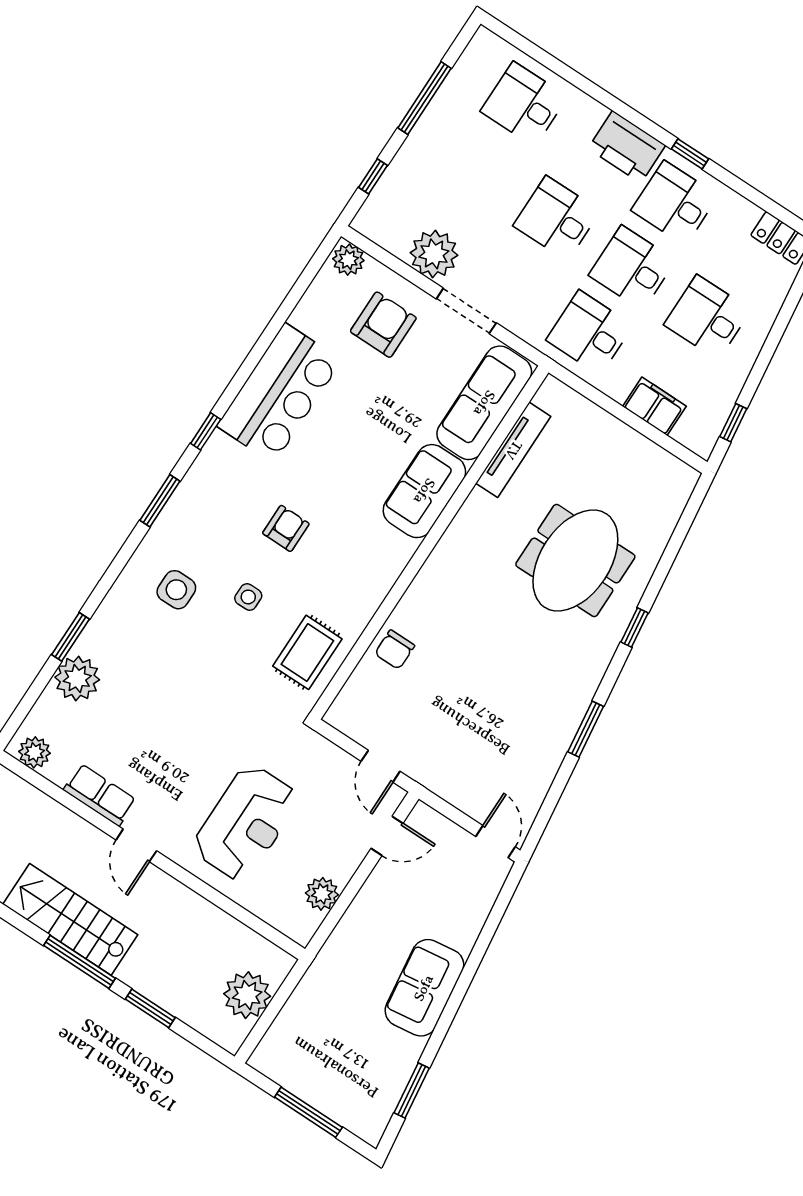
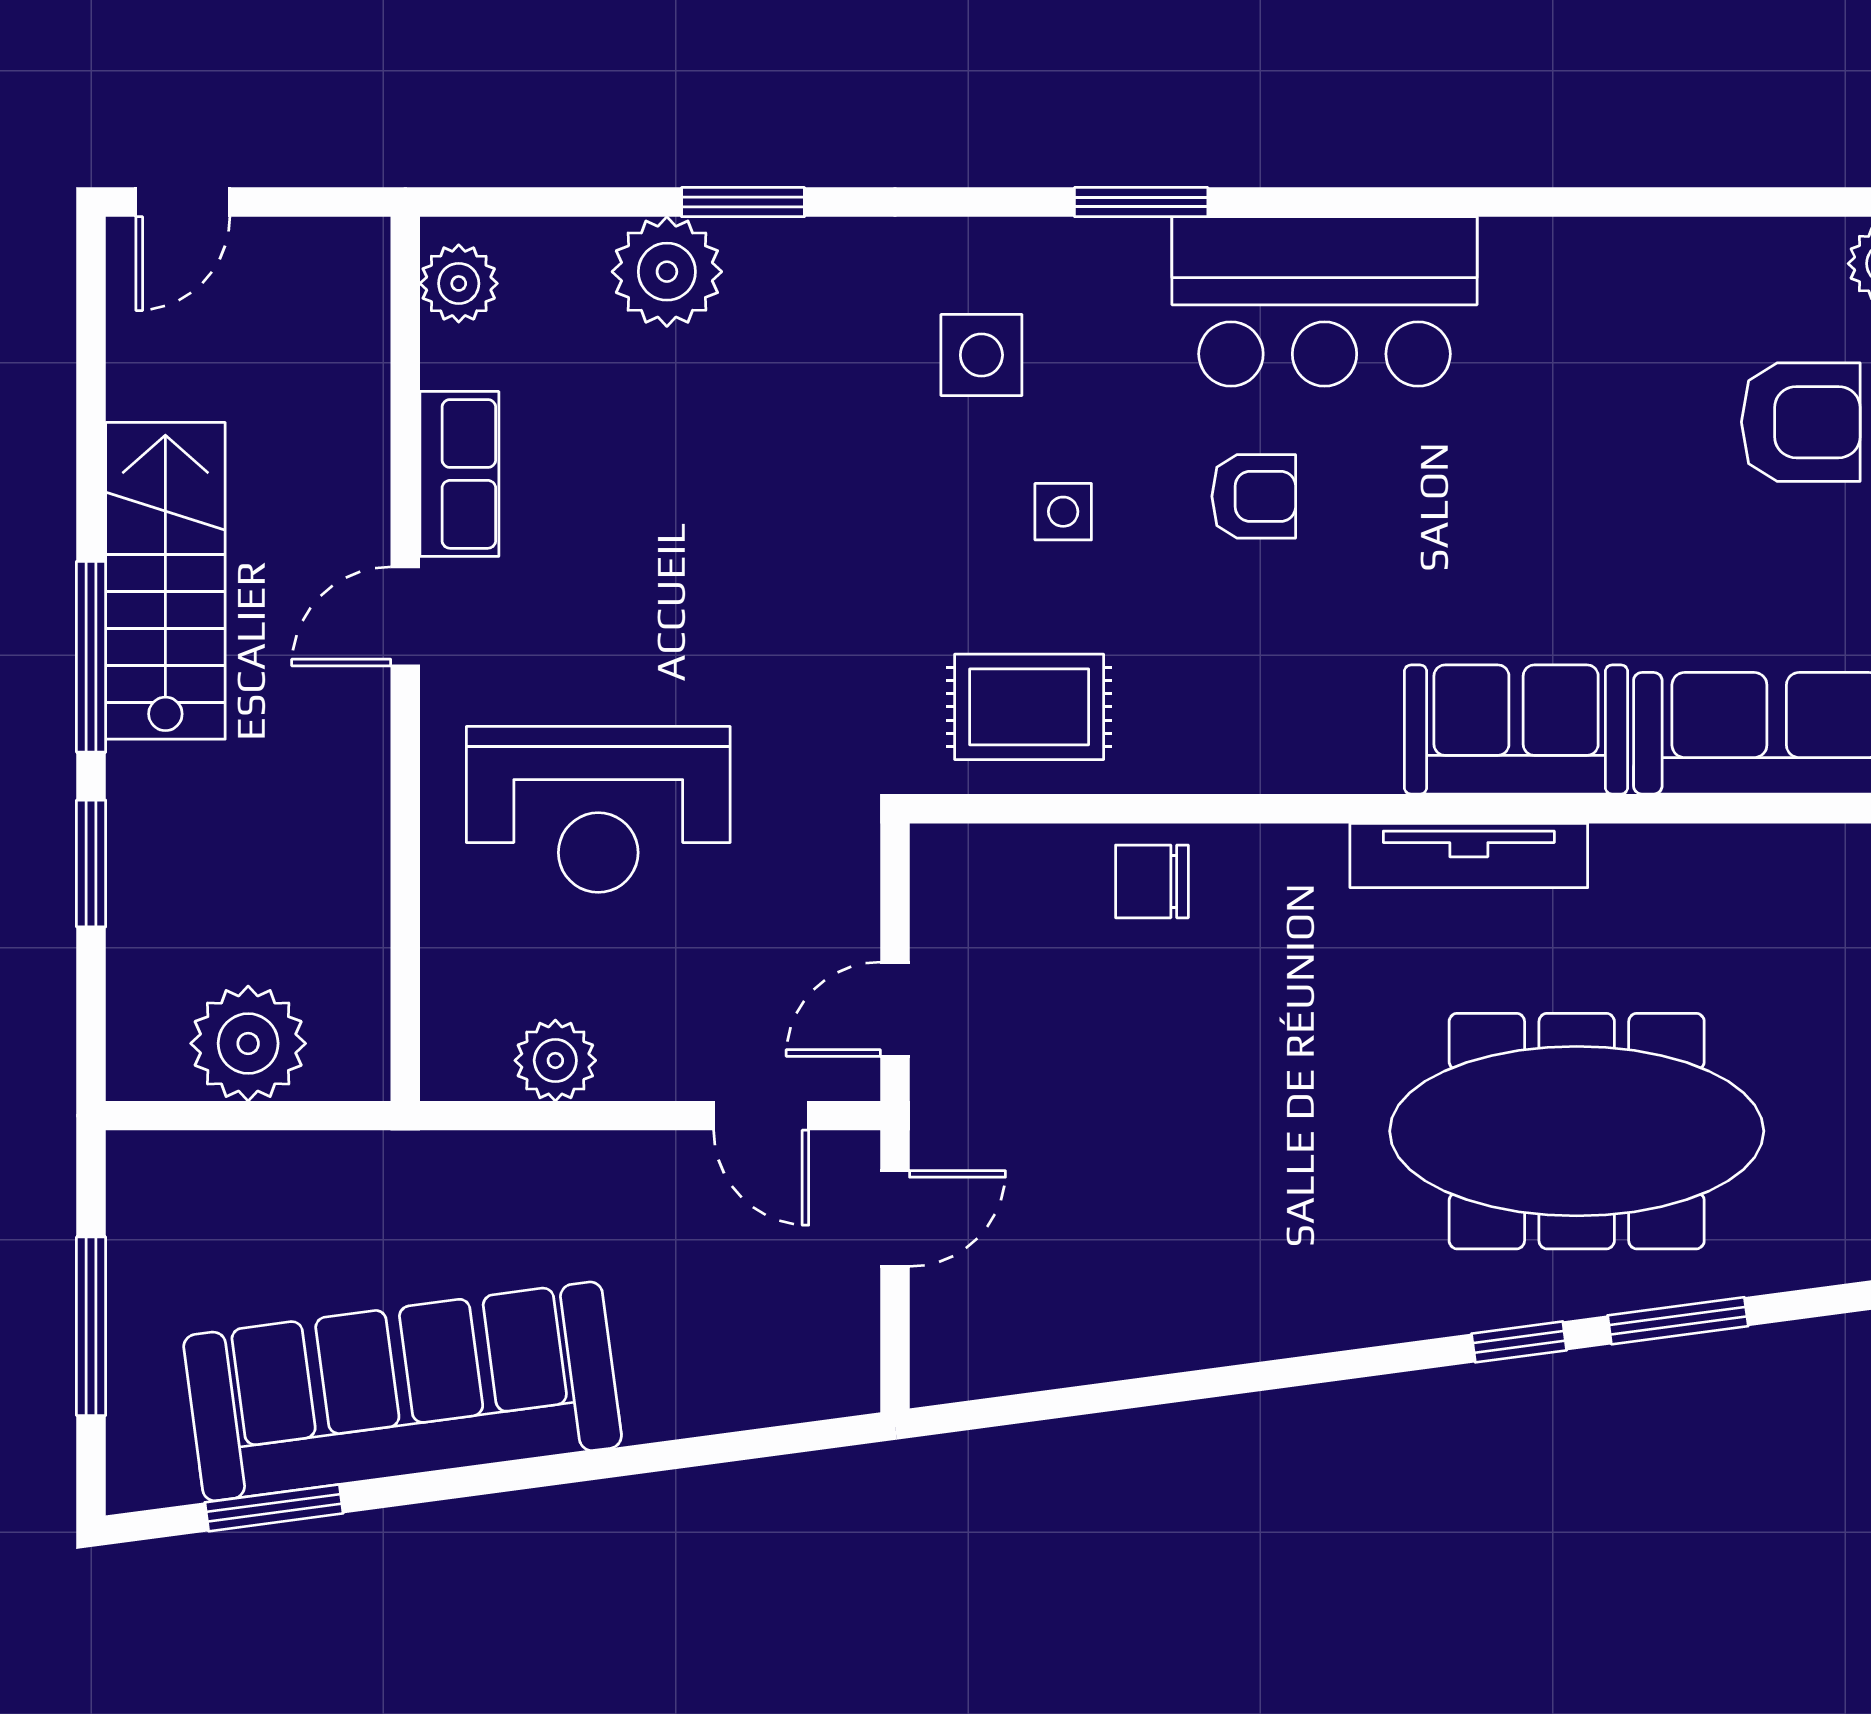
bar counter: (279, 393) -> (1325, 301), moved
window: (206, 431) -> (1344, 202), removed
tv unit: (513, 450) -> (1469, 855), moved
meeting table: (575, 561) -> (1577, 1131), width x1.36
window: (586, 729) -> (1678, 1321), moved
door: (496, 842) -> (895, 1219), moved
sofa: (424, 988) -> (403, 1391), width x1.85, depth x1.27

